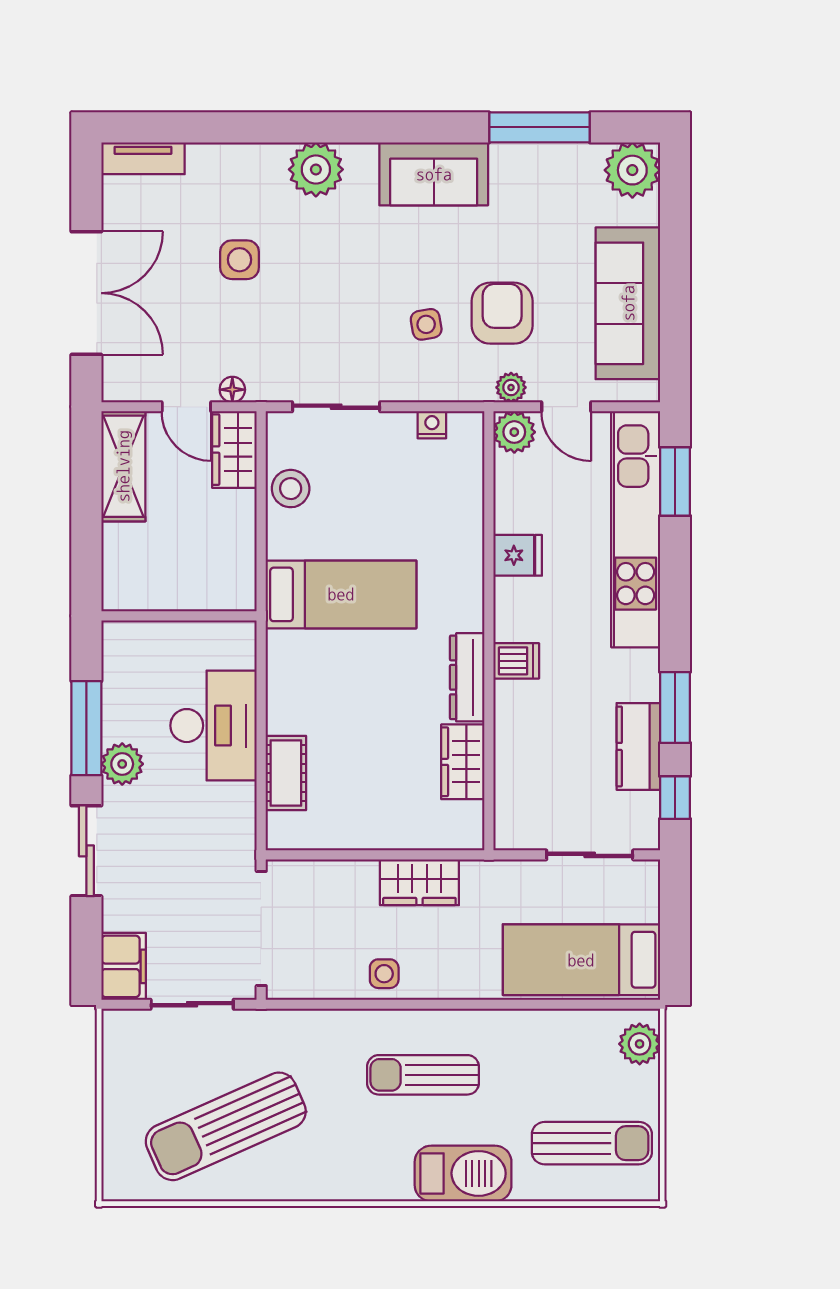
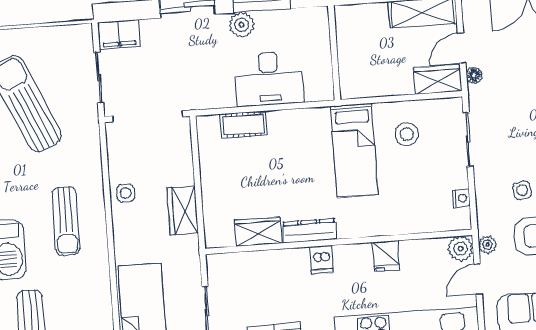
stool: (291, 489) -> (407, 134), moved
sun lounger: (423, 1075) -> (66, 221), turned 180

